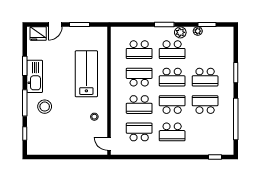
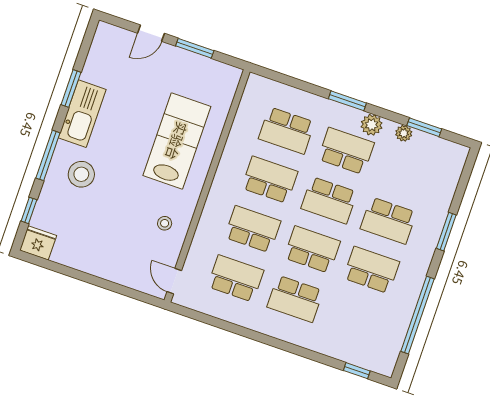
fridge: (38, 34) -> (38, 243), moved, turned 180
school desk: (172, 50) -> (346, 151), turned 180
school desk: (139, 105) -> (253, 229), turned 180

